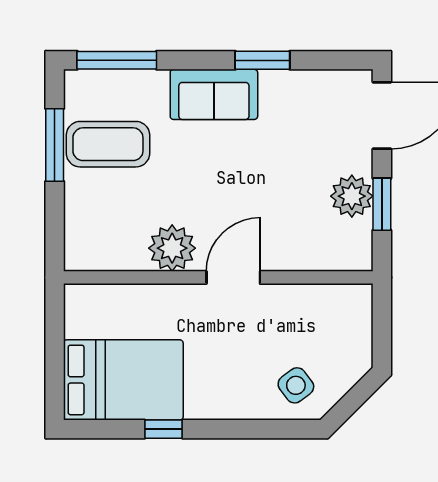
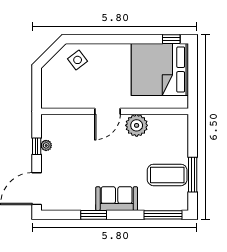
plant: (352, 196) -> (46, 145), width x0.53, depth x0.53
window: (382, 204) -> (37, 146), width x0.67
bed: (123, 380) -> (160, 70), width x1.36
window: (164, 429) -> (171, 39), moved

